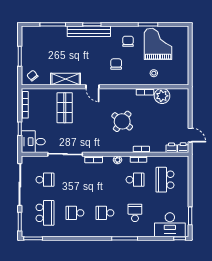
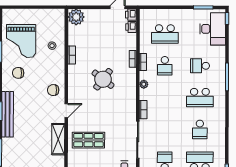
grand piano: (158, 44) -> (21, 41), turned -90
chair: (116, 64) -> (53, 90), moved
plant: (162, 96) -> (76, 17), moved
school desk: (135, 180) -> (165, 66), turned 180
school desk: (105, 213) -> (200, 98), width x1.85

